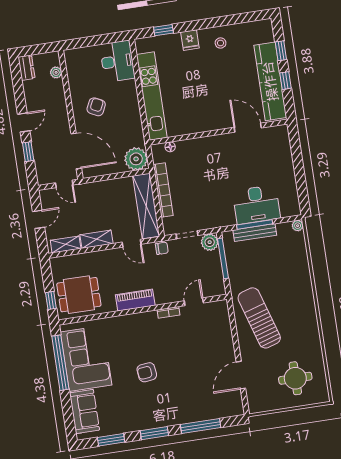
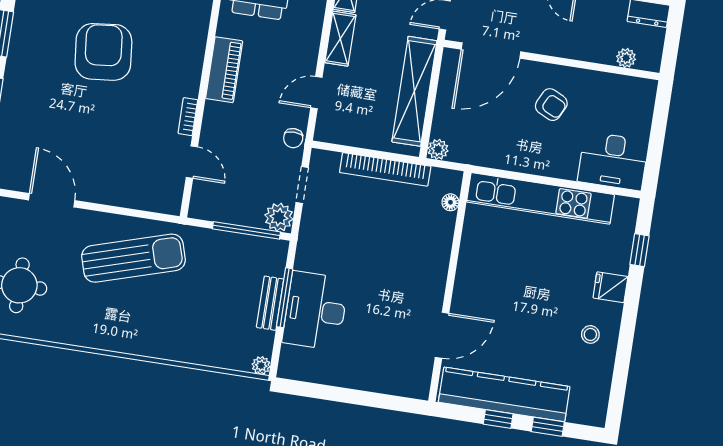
plant: (136, 159) -> (438, 149), width x0.53, depth x0.53
shelving: (146, 206) -> (414, 91), moved, turned 90
bench: (255, 233) -> (270, 303), width x0.73
armchair: (147, 372) -> (103, 52), width x1.88, depth x1.88

